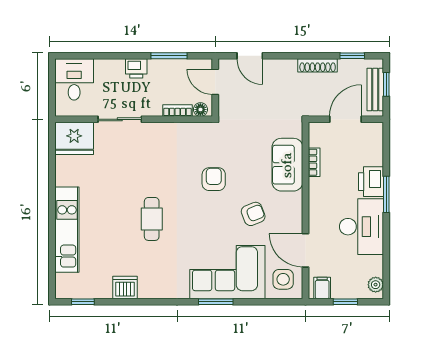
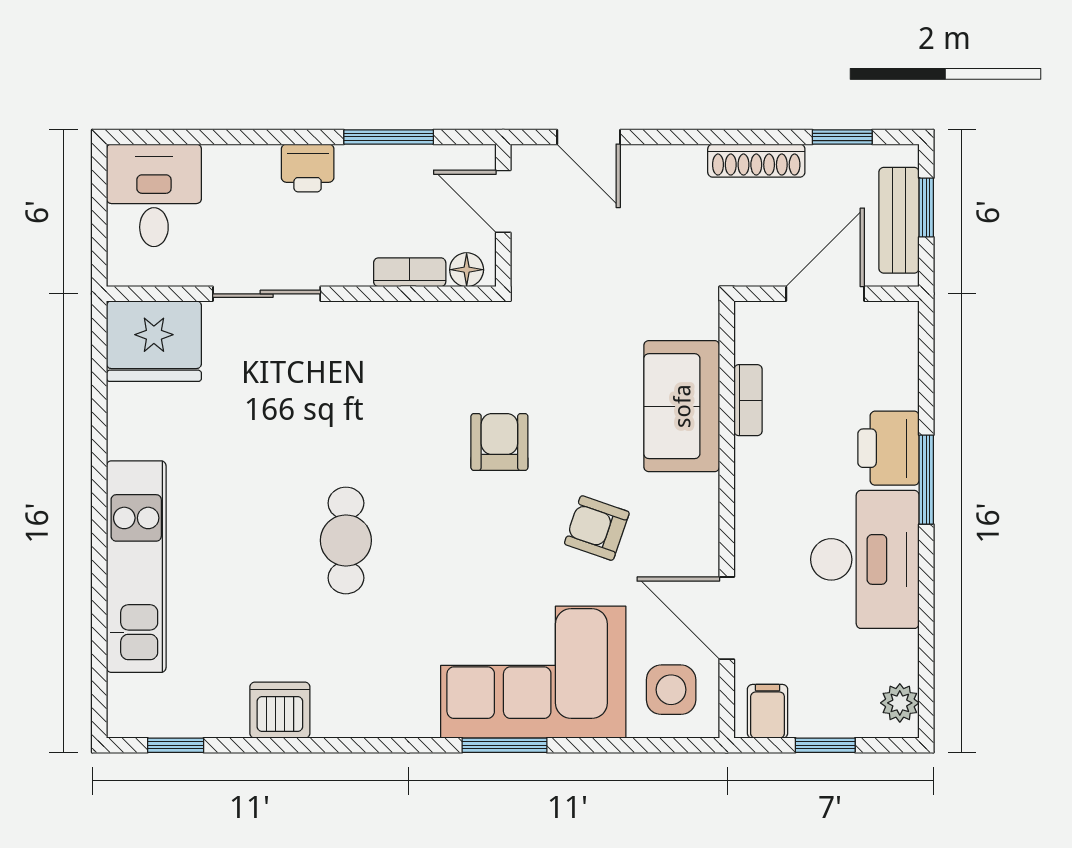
armchair: (253, 214) -> (597, 528), turned -139

